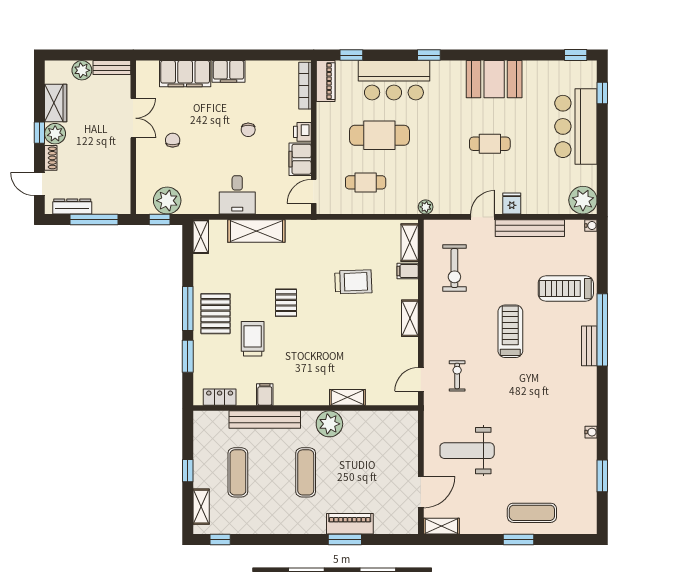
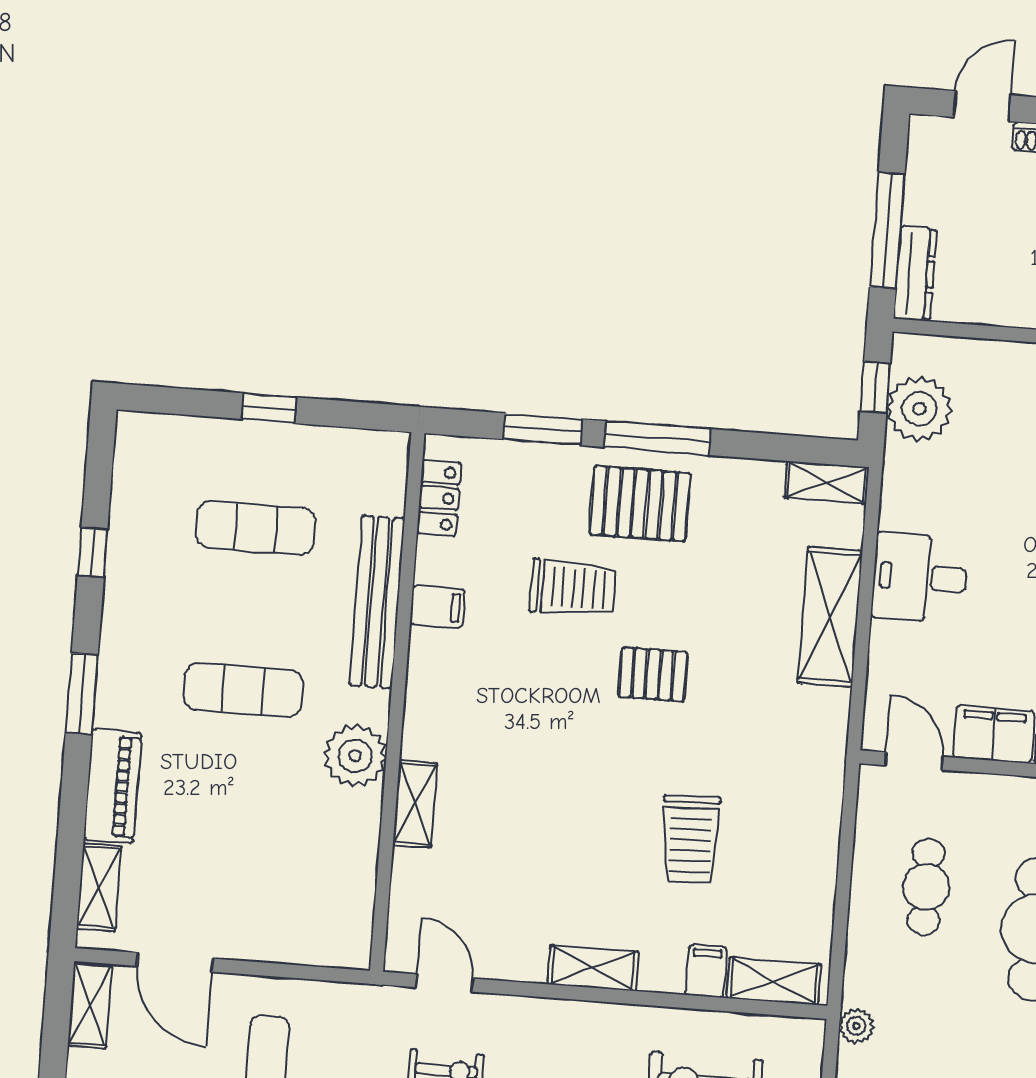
dresser: (72, 207) -> (915, 273), moved
shelving: (201, 507) -> (99, 887), moved, turned 90
window: (220, 539) -> (93, 553), moved
window: (345, 539) -> (82, 693), moved

